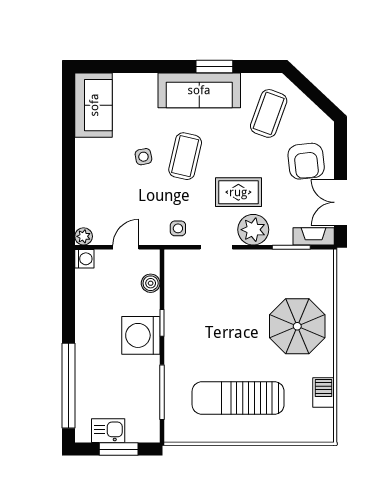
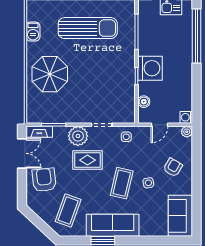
armchair: (105, 181) -> (173, 167), added

